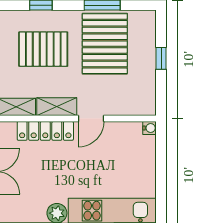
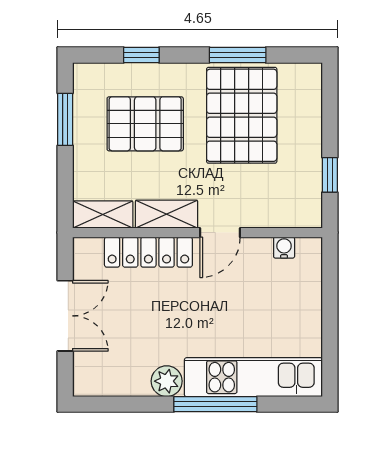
window: (161, 58) -> (330, 175), moved
water cooler: (150, 128) -> (284, 248), moved, turned -90

